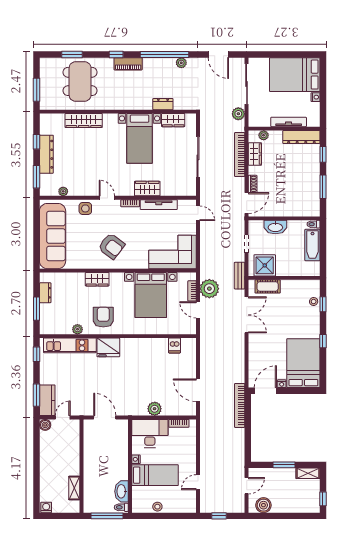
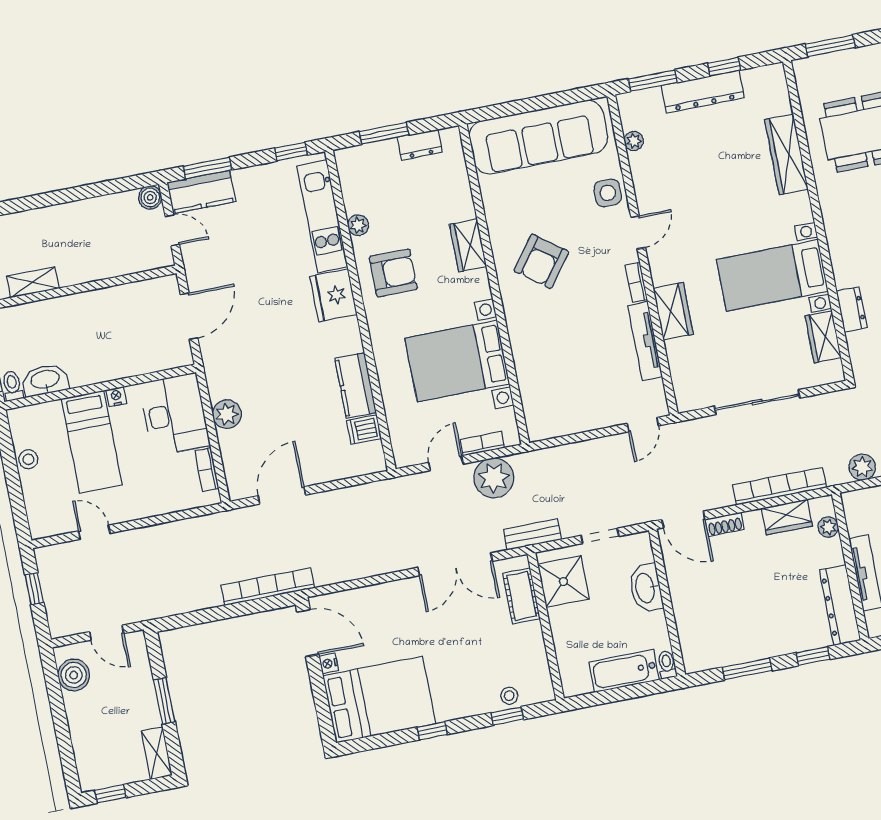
corner sofa: (172, 252) -> (554, 388), removed
kitchen counter: (153, 345) -> (356, 386), added

